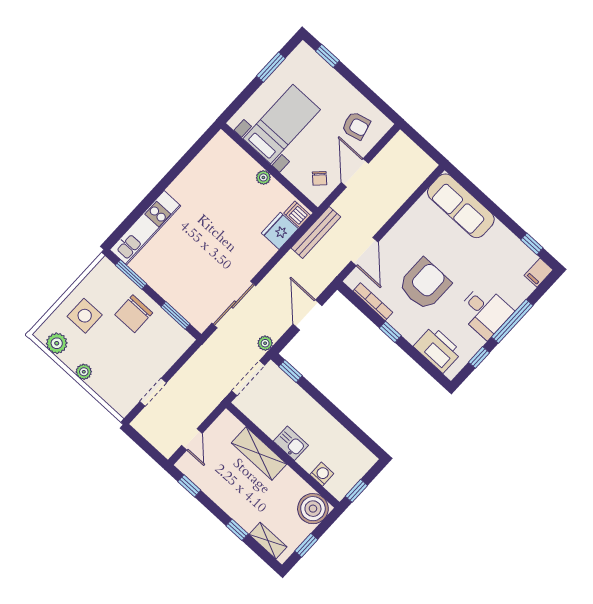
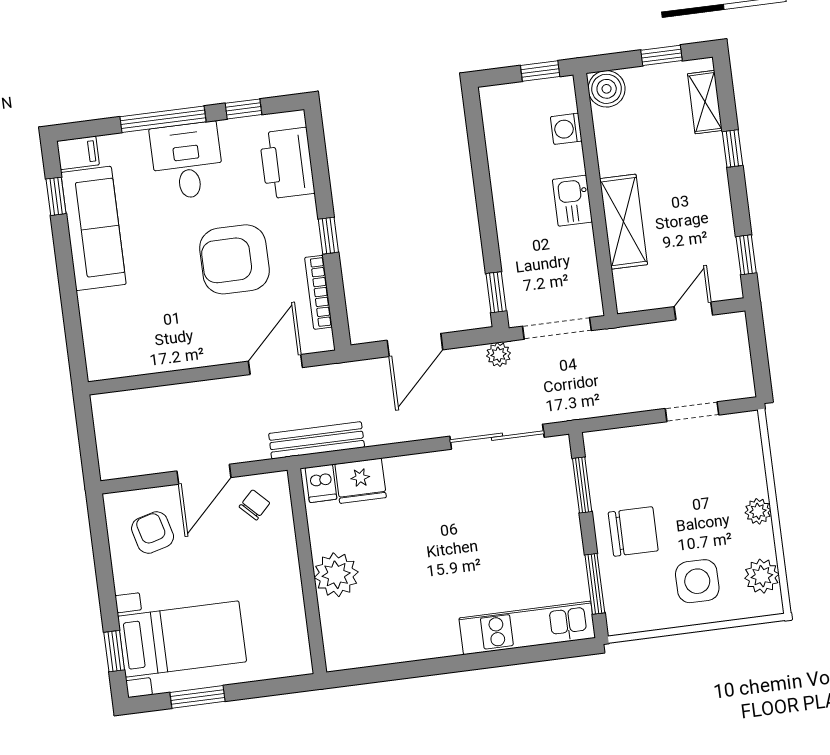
bed with nightstands: (282, 124) -> (182, 639), moved, turned 180
plant: (263, 177) -> (336, 575), width x1.87, depth x1.87
sofa: (461, 206) -> (93, 228), moved
boiler: (313, 509) -> (607, 89), width x0.73, depth x0.73

